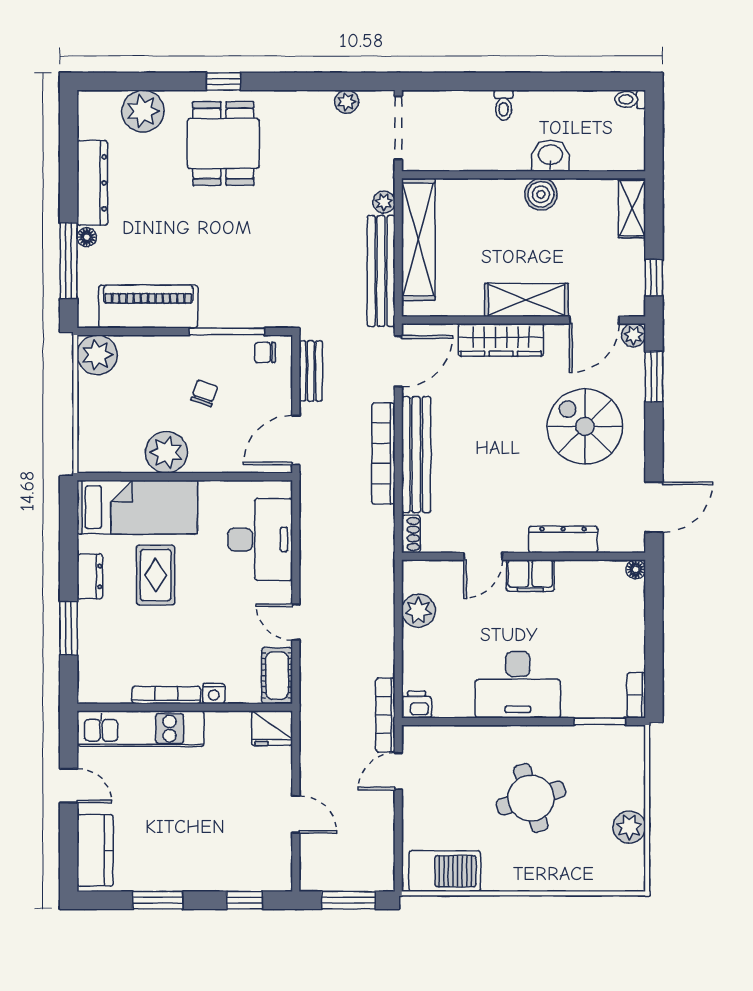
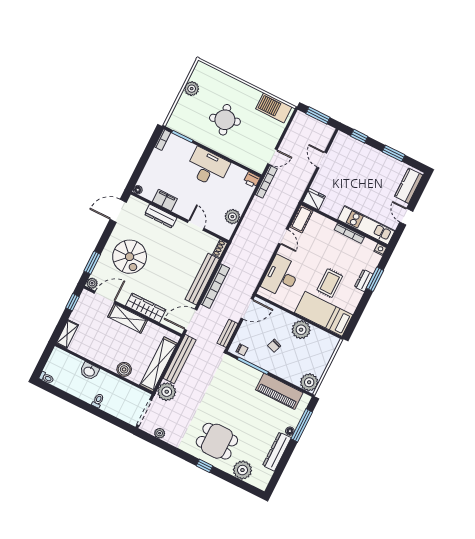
dining table: (223, 143) -> (217, 441), turned 90
boiler: (541, 194) -> (124, 369), moved
plant: (384, 202) -> (167, 392), width x1.87, depth x1.87
door: (483, 556) -> (196, 225), hinge flipped
dresser: (90, 576) -> (364, 281), moved
filing cabinet: (530, 576) -> (165, 200), moved
nightstand: (214, 693) -> (380, 249), moved

